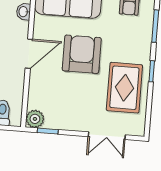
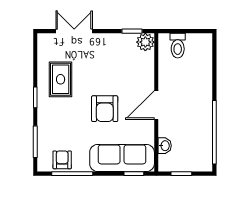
armchair: (82, 54) -> (105, 109), width x0.73, depth x0.73
rug: (124, 88) -> (61, 79), width x0.73, depth x0.70

